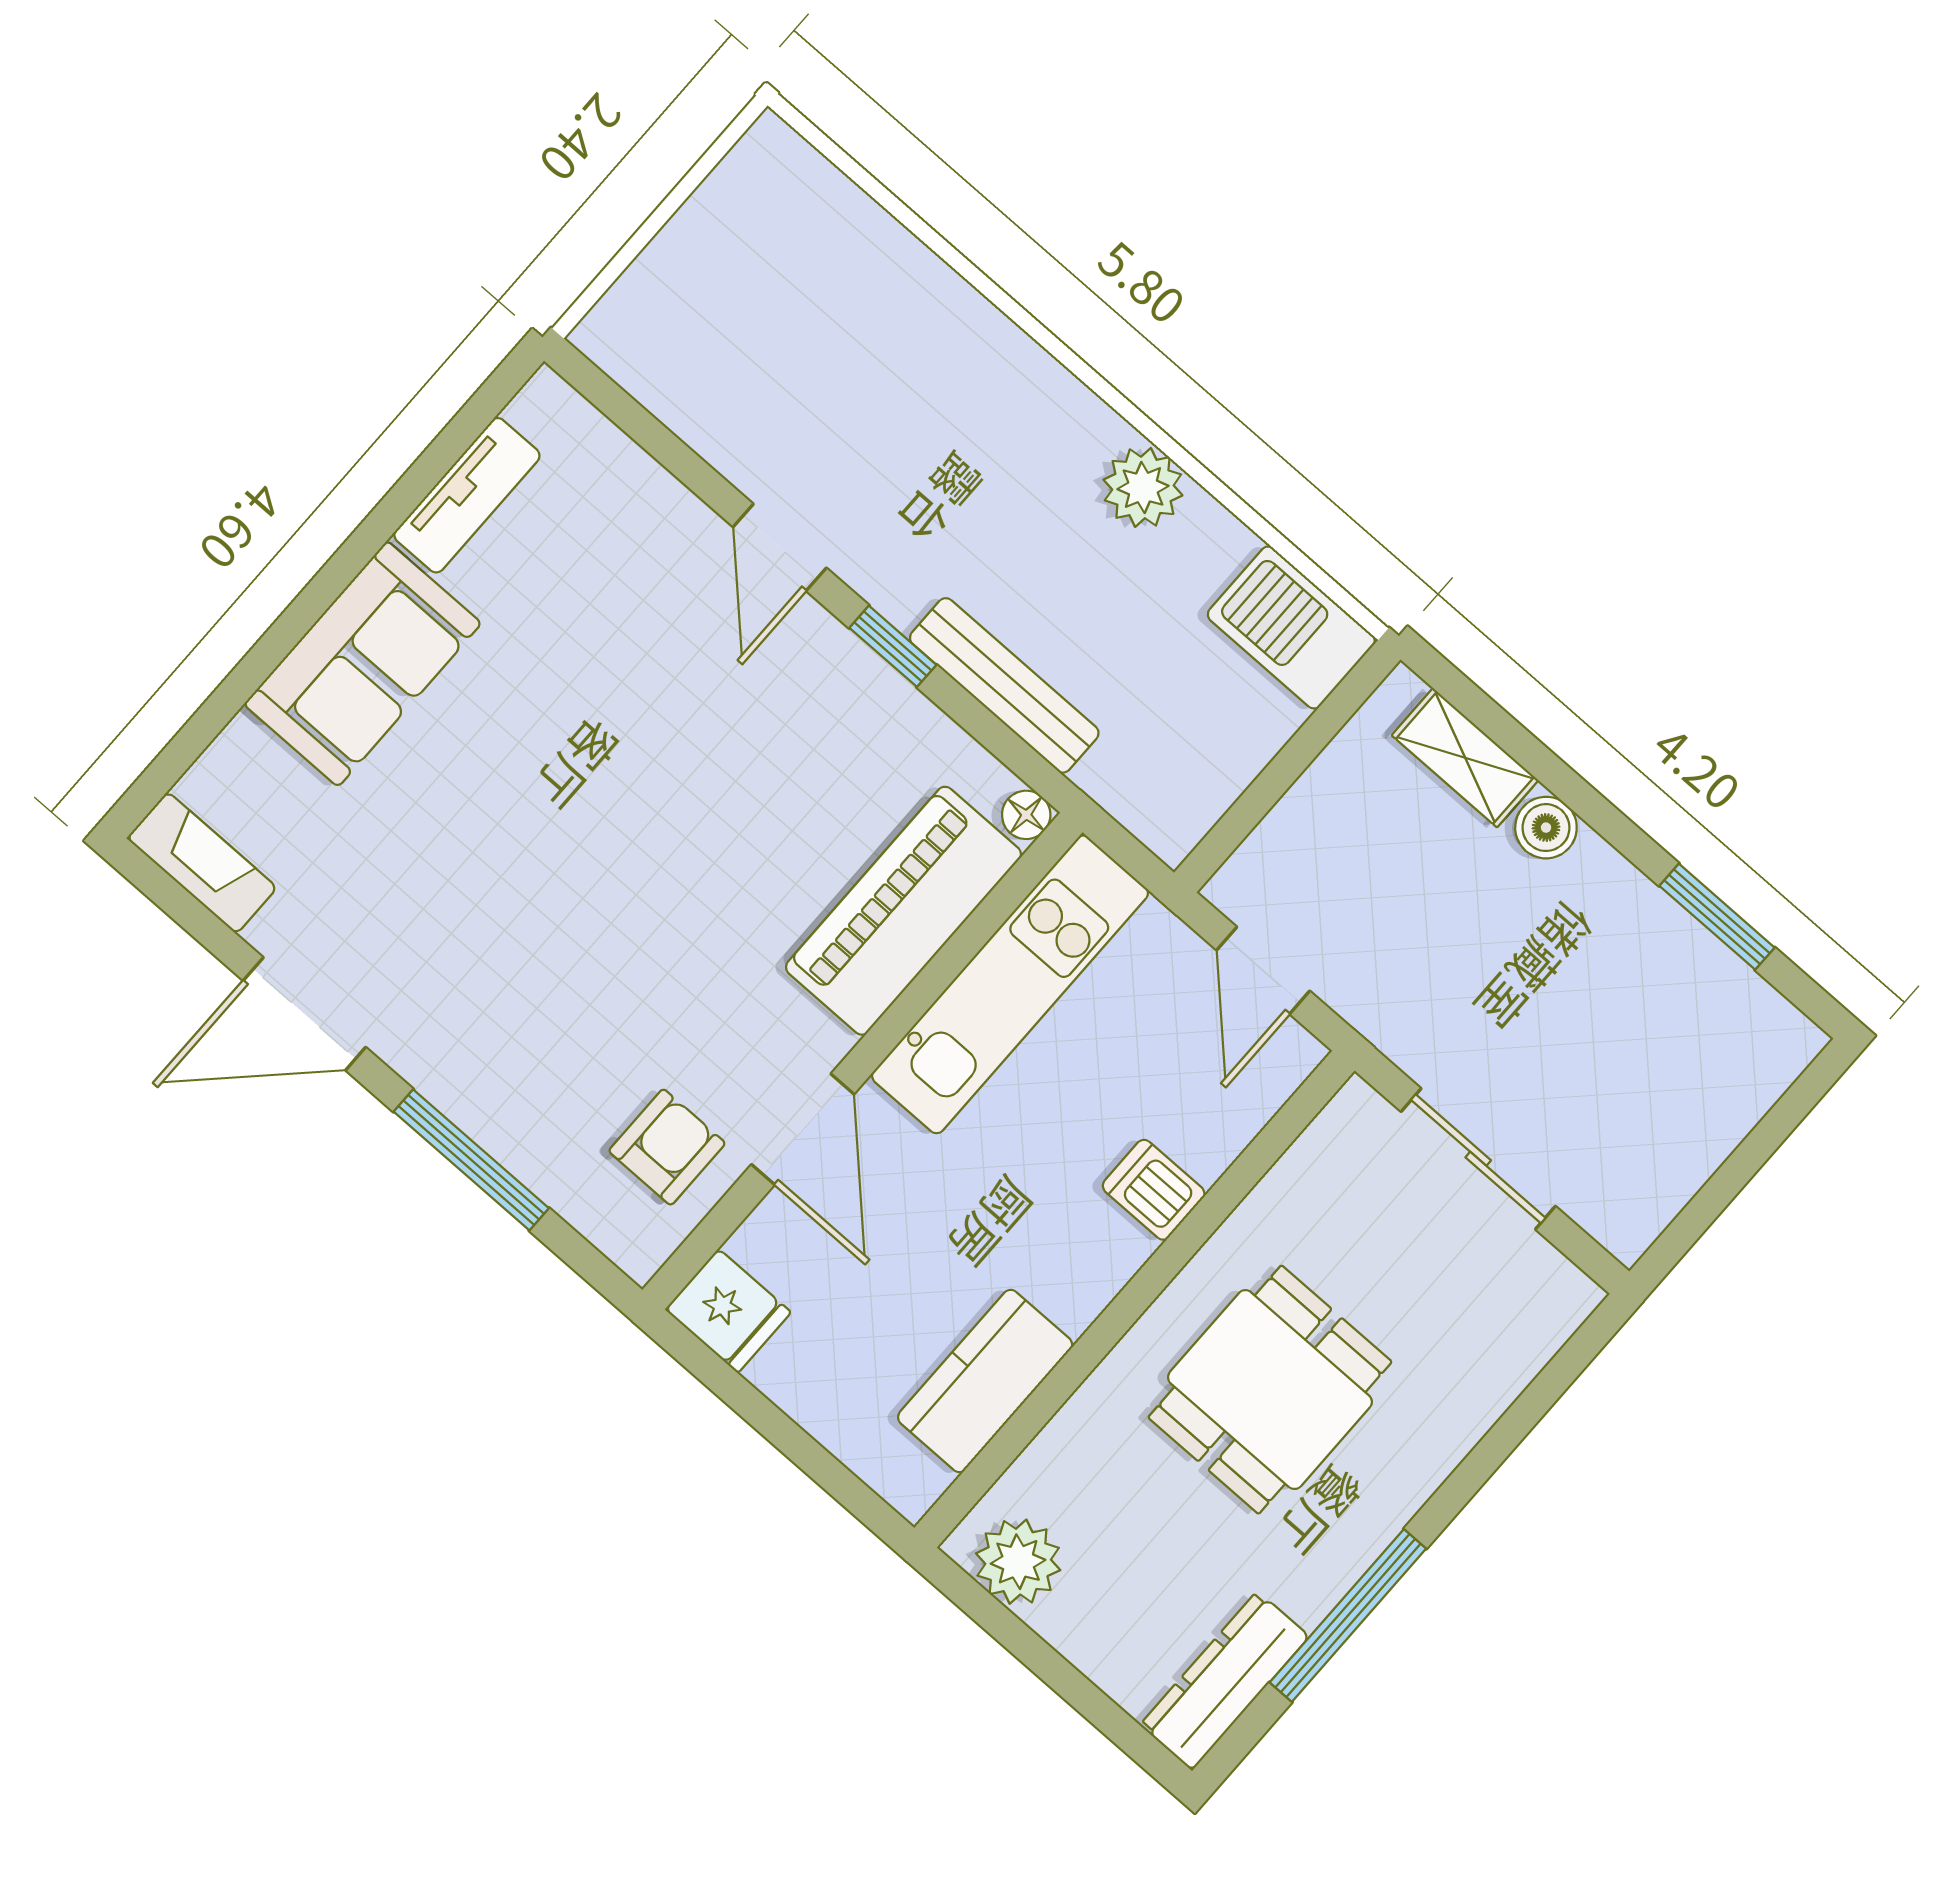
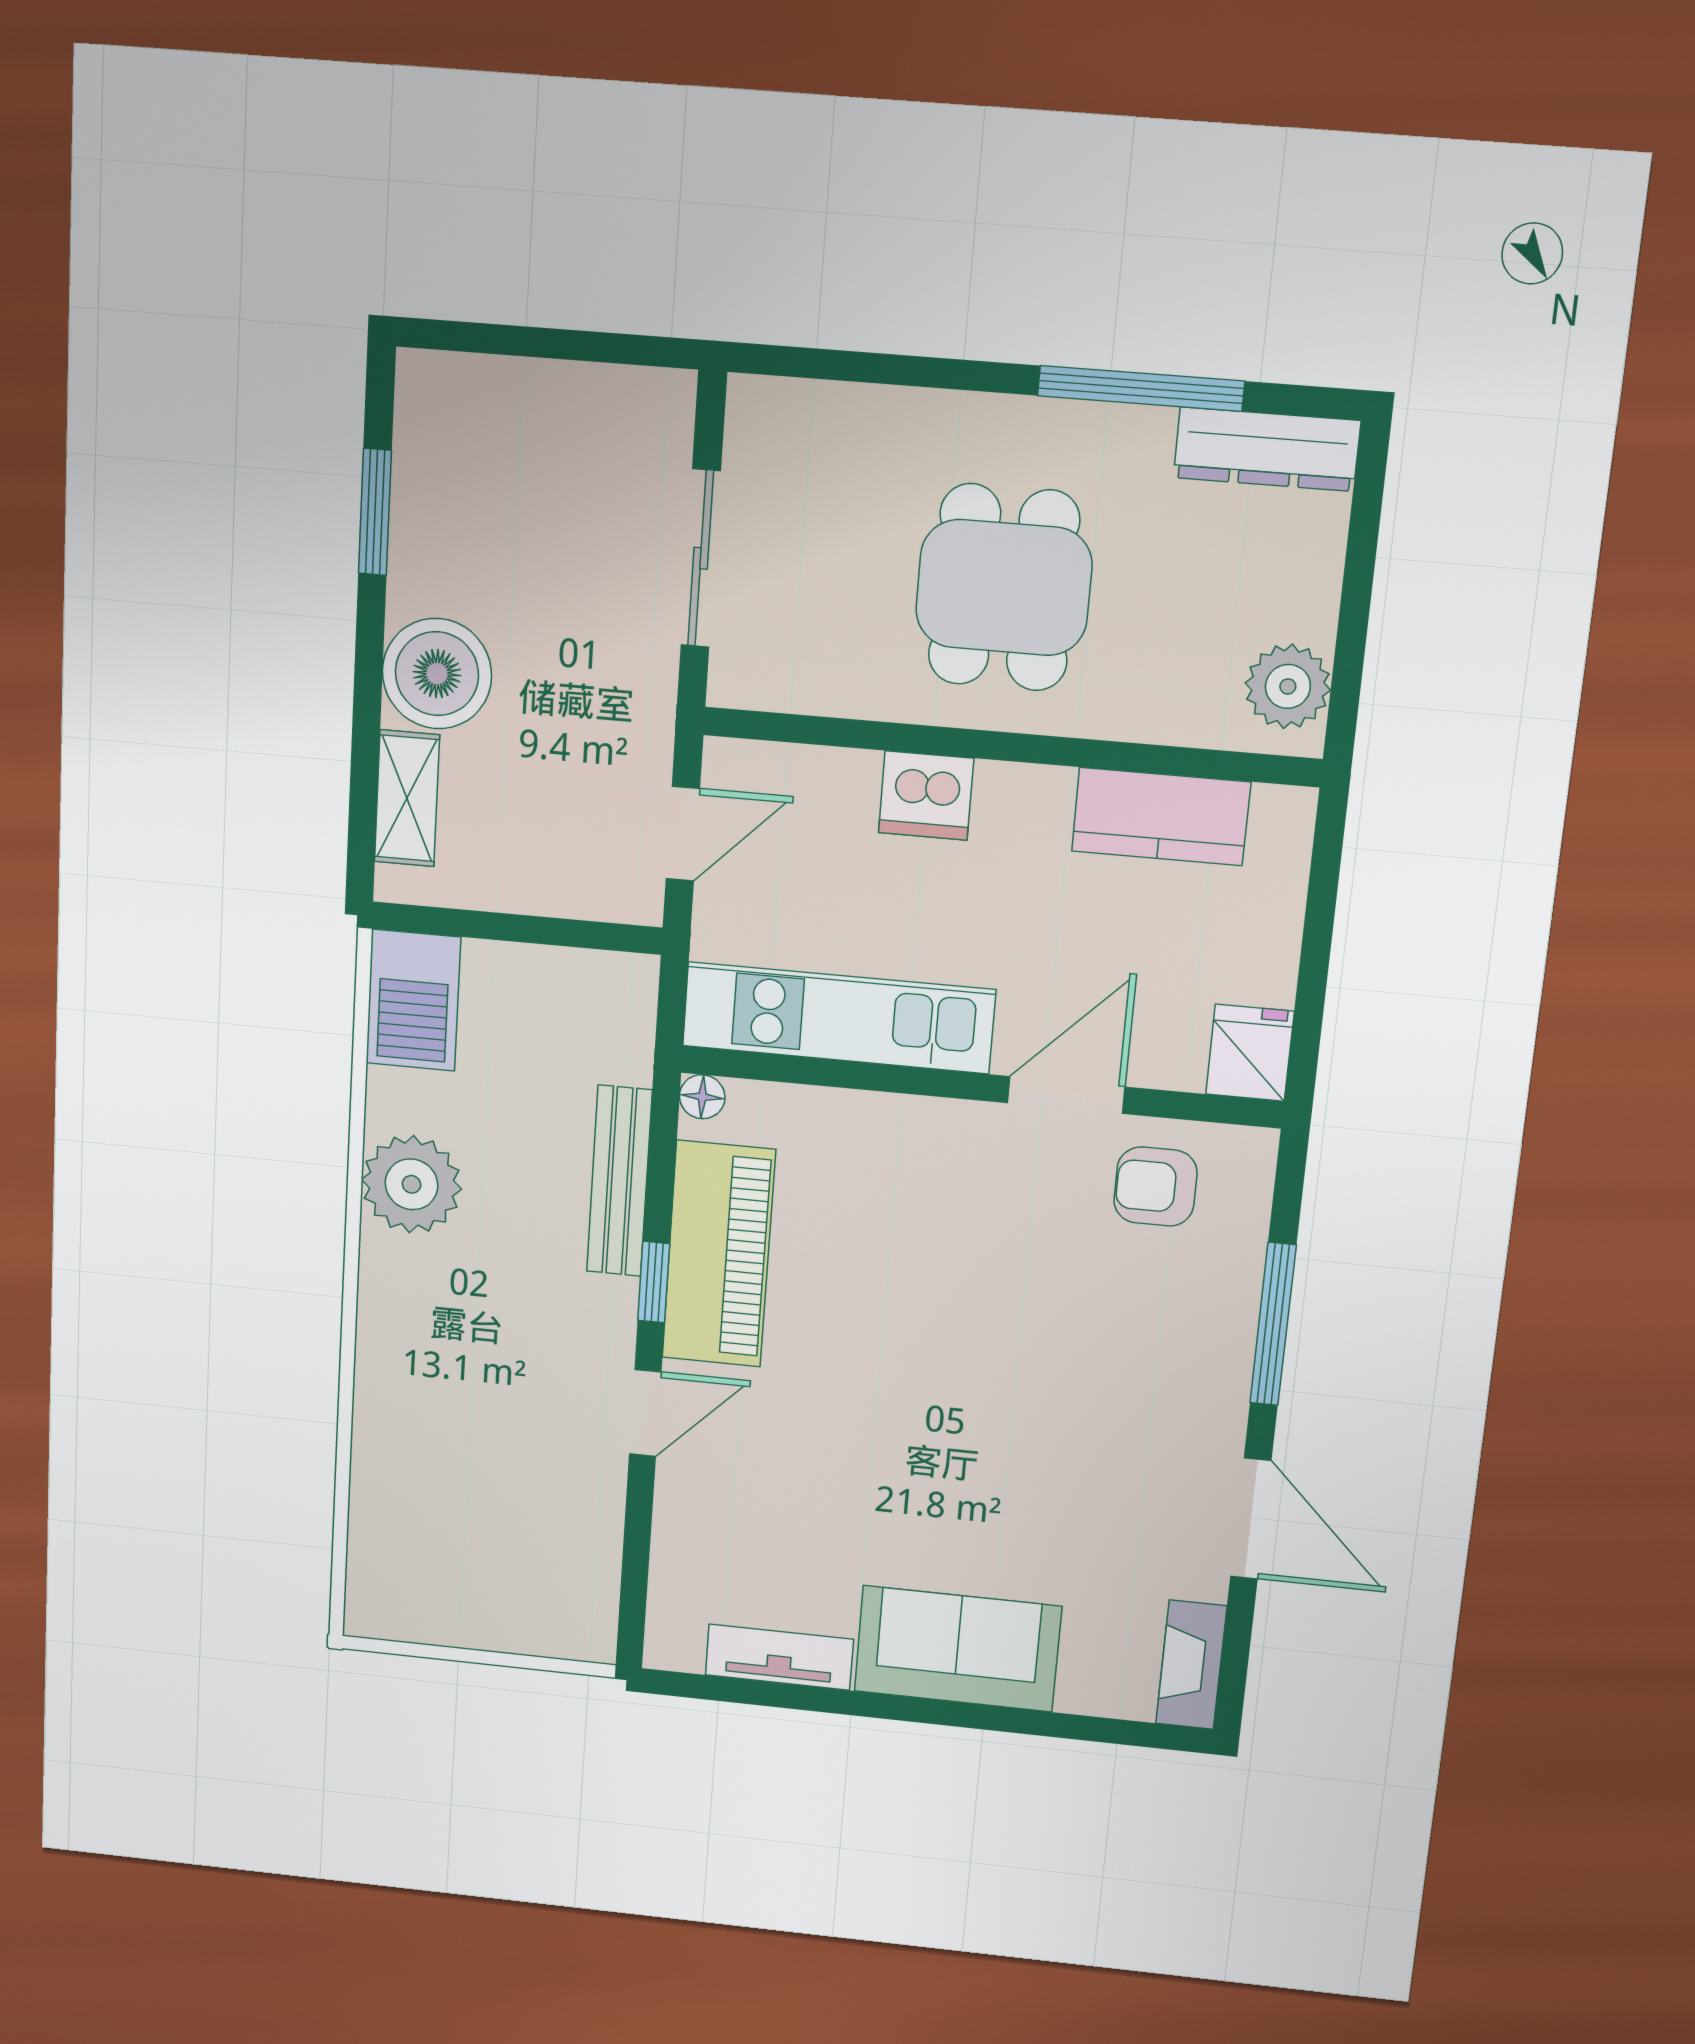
plant: (1143, 487) -> (412, 1184), width x1.36, depth x1.36
boiler: (1546, 828) -> (437, 674), width x1.86, depth x1.86
piano: (903, 911) -> (719, 1254), moved, turned -90
dishwasher: (1154, 1190) -> (926, 796), width x1.38
dining table: (1270, 1390) -> (1004, 588), turned 90

